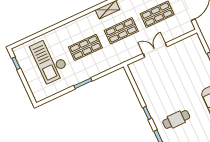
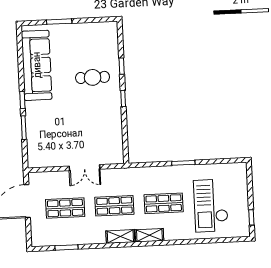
shelving: (86, 19) -> (149, 235), added
checkout: (50, 60) -> (211, 206), turned 180

